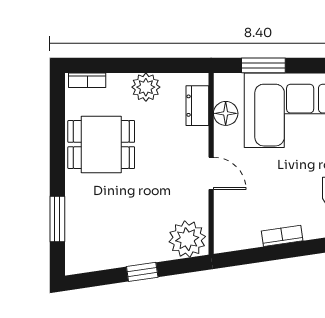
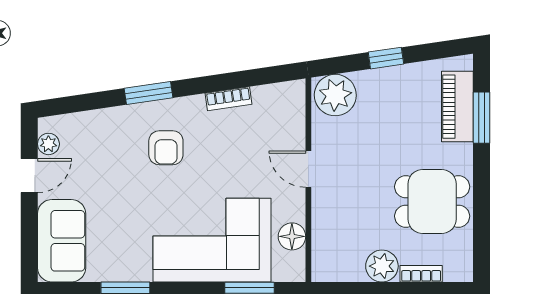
bookcase: (87, 80) -> (421, 274), moved
dresser: (197, 106) -> (324, 245), removed
piano: (79, 229) -> (457, 107), added

